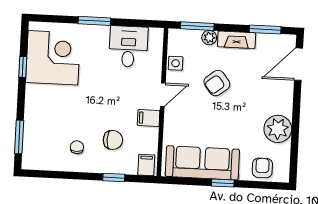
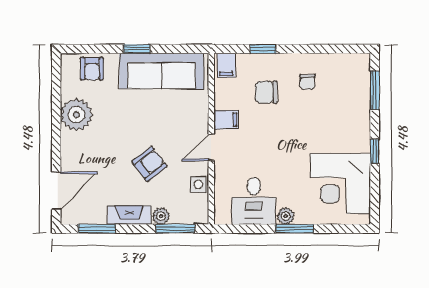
plant: (101, 32) -> (286, 216), added
window: (23, 67) -> (375, 151), moved

